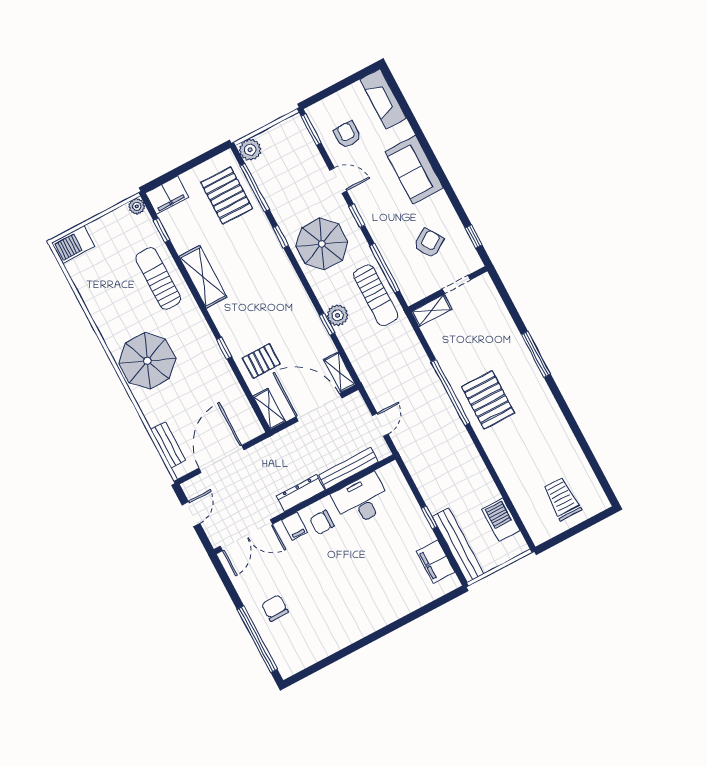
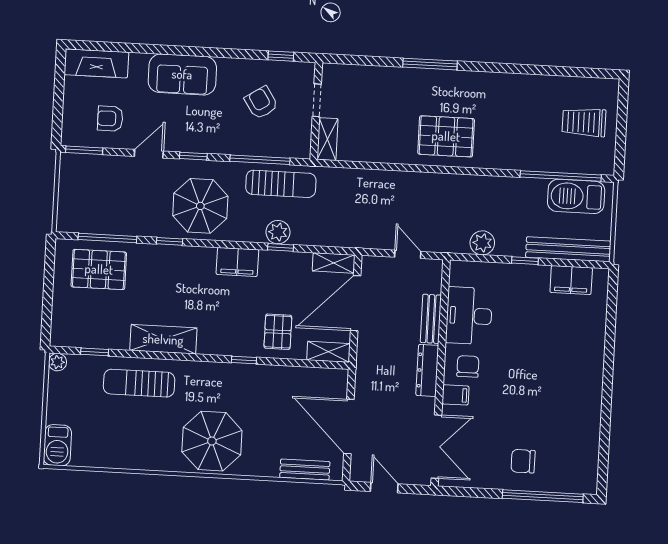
plant: (250, 150) -> (482, 243), moved
filing cabinet: (167, 195) -> (237, 262), moved, turned 90
window: (450, 392) -> (561, 176), moved
bench: (348, 468) -> (431, 319), width x0.73
barbecue: (501, 520) -> (576, 196), width x1.37, depth x1.21
chair: (322, 522) -> (468, 366), turned 180

